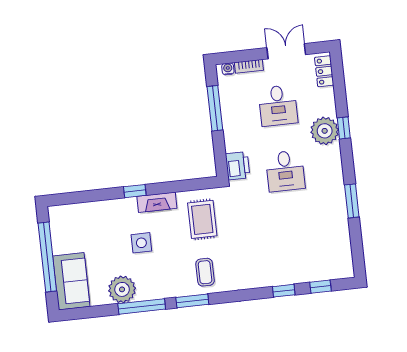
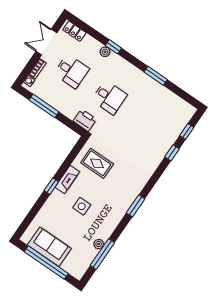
plant: (325, 131) -> (105, 52), width x0.53, depth x0.53
coffee table: (205, 272) -> (126, 186), removed
sofa: (71, 281) -> (49, 247), moved
plant: (122, 289) -> (99, 244), width x0.53, depth x0.53
window: (142, 306) -> (102, 254), moved

